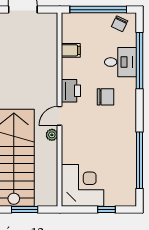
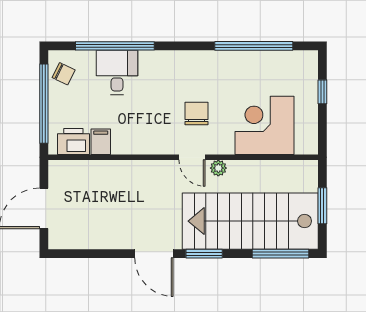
printer: (71, 91) -> (73, 142), moved
chair: (105, 97) -> (197, 114), moved
corner desk: (83, 185) -> (264, 125), moved

